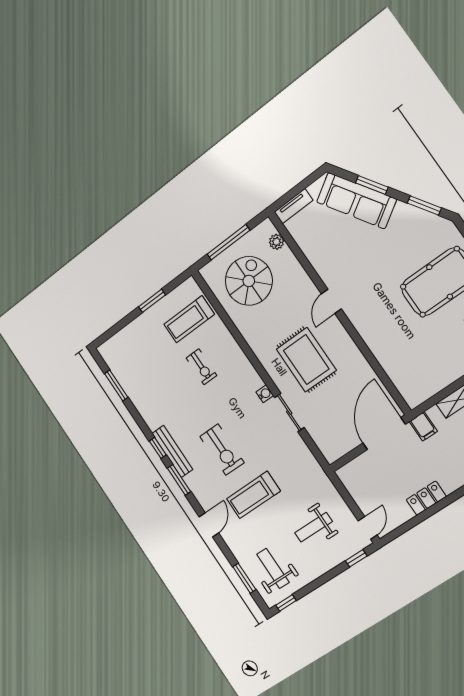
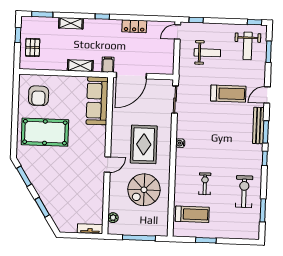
sofa: (356, 201) -> (97, 101), moved, turned -148
spiral stairs: (249, 281) -> (144, 190), moved
sliding door: (289, 412) -> (175, 100), moved
exercise bike: (222, 450) -> (244, 192), moved
bench: (172, 451) -> (258, 126), moved

